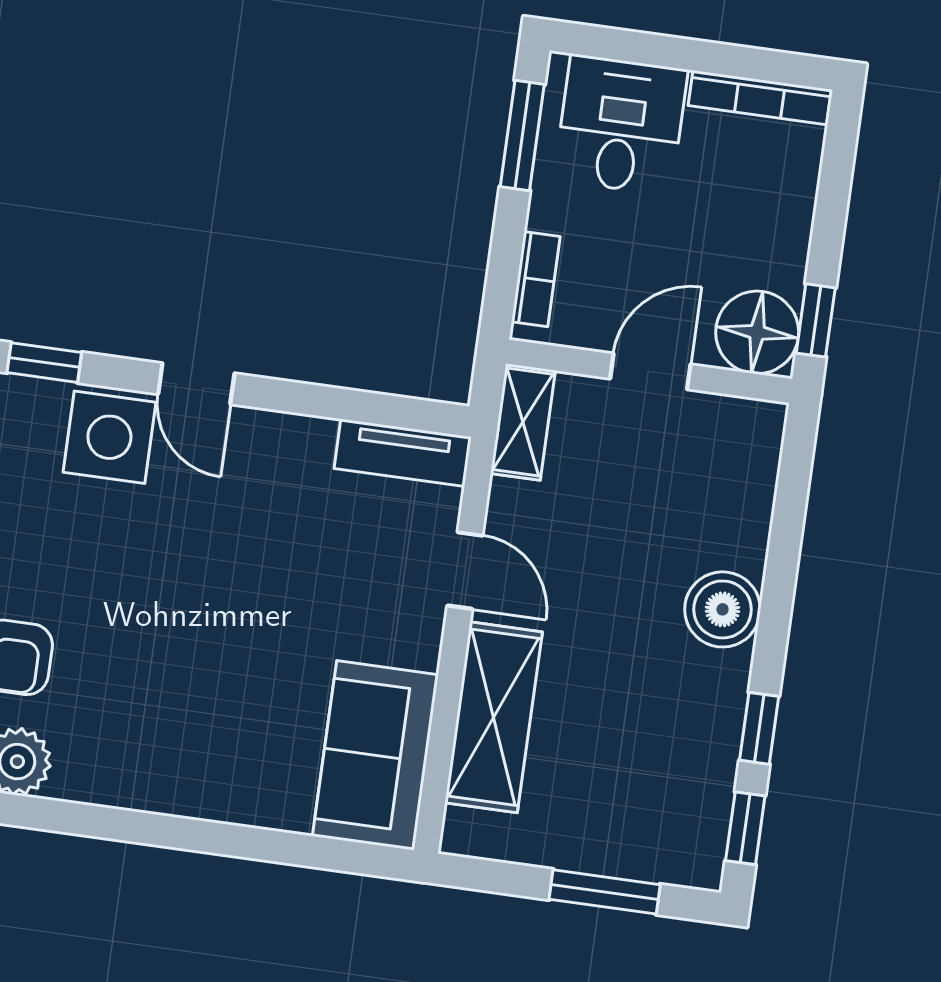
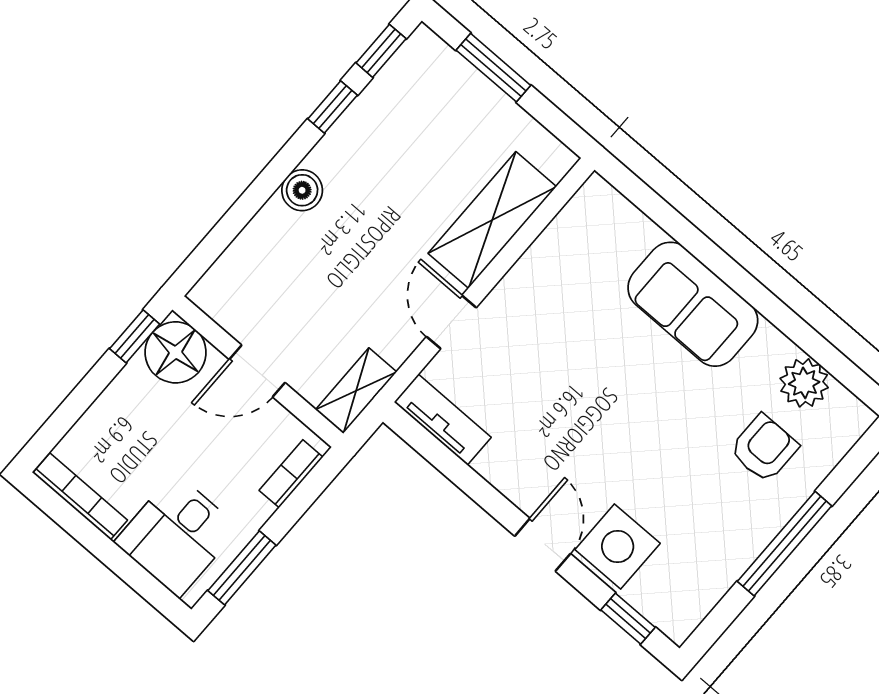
boiler: (723, 609) -> (302, 190), width x0.73, depth x0.73
sofa: (375, 755) -> (693, 304), moved, turned 90

